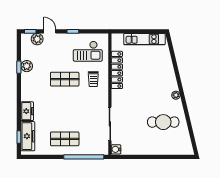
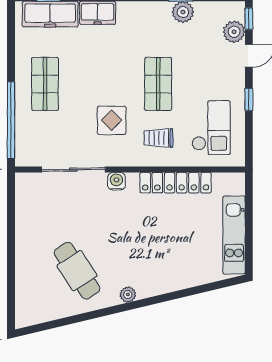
checkout: (88, 51) -> (211, 128), turned 180
display table: (84, 104) -> (112, 120), added
cafe table: (163, 122) -> (77, 271), turned -33
water cooler: (116, 149) -> (116, 181), moved

